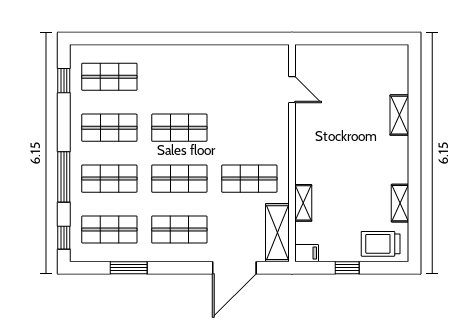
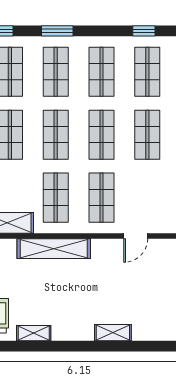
shop shelf: (179, 77) -> (147, 135), added
shop shelf: (249, 128) -> (102, 198), added
window: (64, 177) -> (57, 31), width x0.69
shelving: (303, 203) -> (54, 249), width x2.20, depth x1.33

